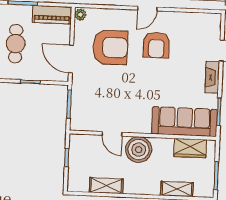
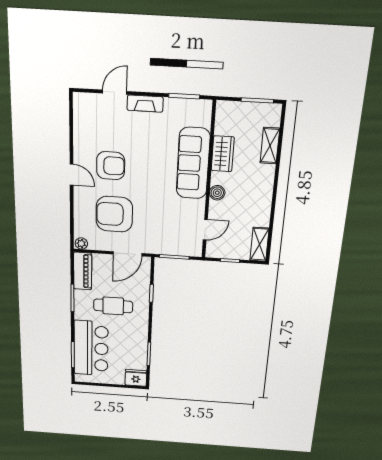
armchair: (110, 47) -> (114, 214), turned -90
sofa: (185, 122) -> (193, 163), moved
door: (112, 134) -> (205, 230), moved
wardrobe: (190, 148) -> (223, 154), moved
boiler: (139, 150) -> (217, 193), width x0.54, depth x0.54
shelving: (106, 186) -> (259, 244), moved

